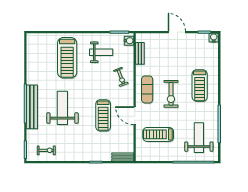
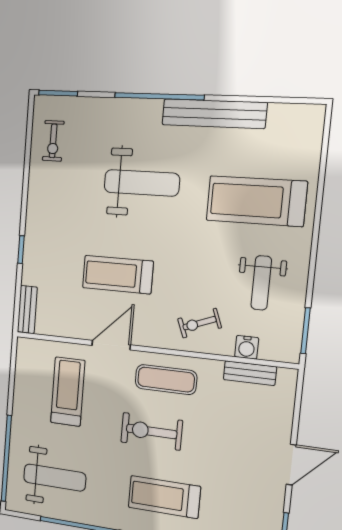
water cooler: (129, 41) -> (247, 347), moved
bench: (32, 107) -> (214, 114), moved

